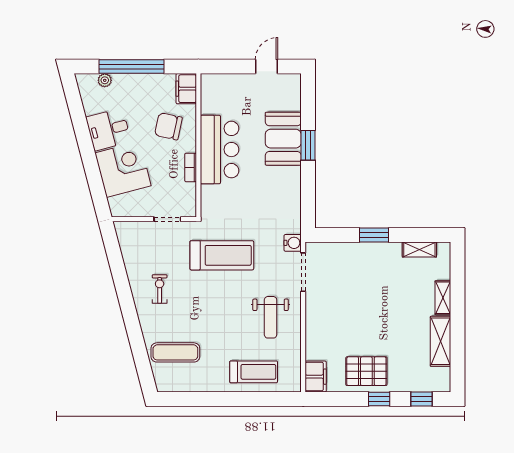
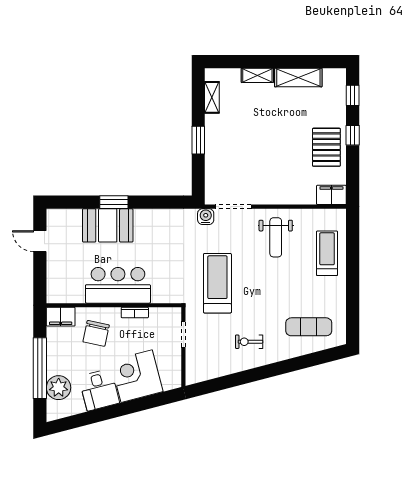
plant: (105, 80) -> (59, 388), width x1.88, depth x1.88
weight bench: (271, 317) -> (276, 237), turned 90
exercise mat: (175, 352) -> (309, 327), turned 90

